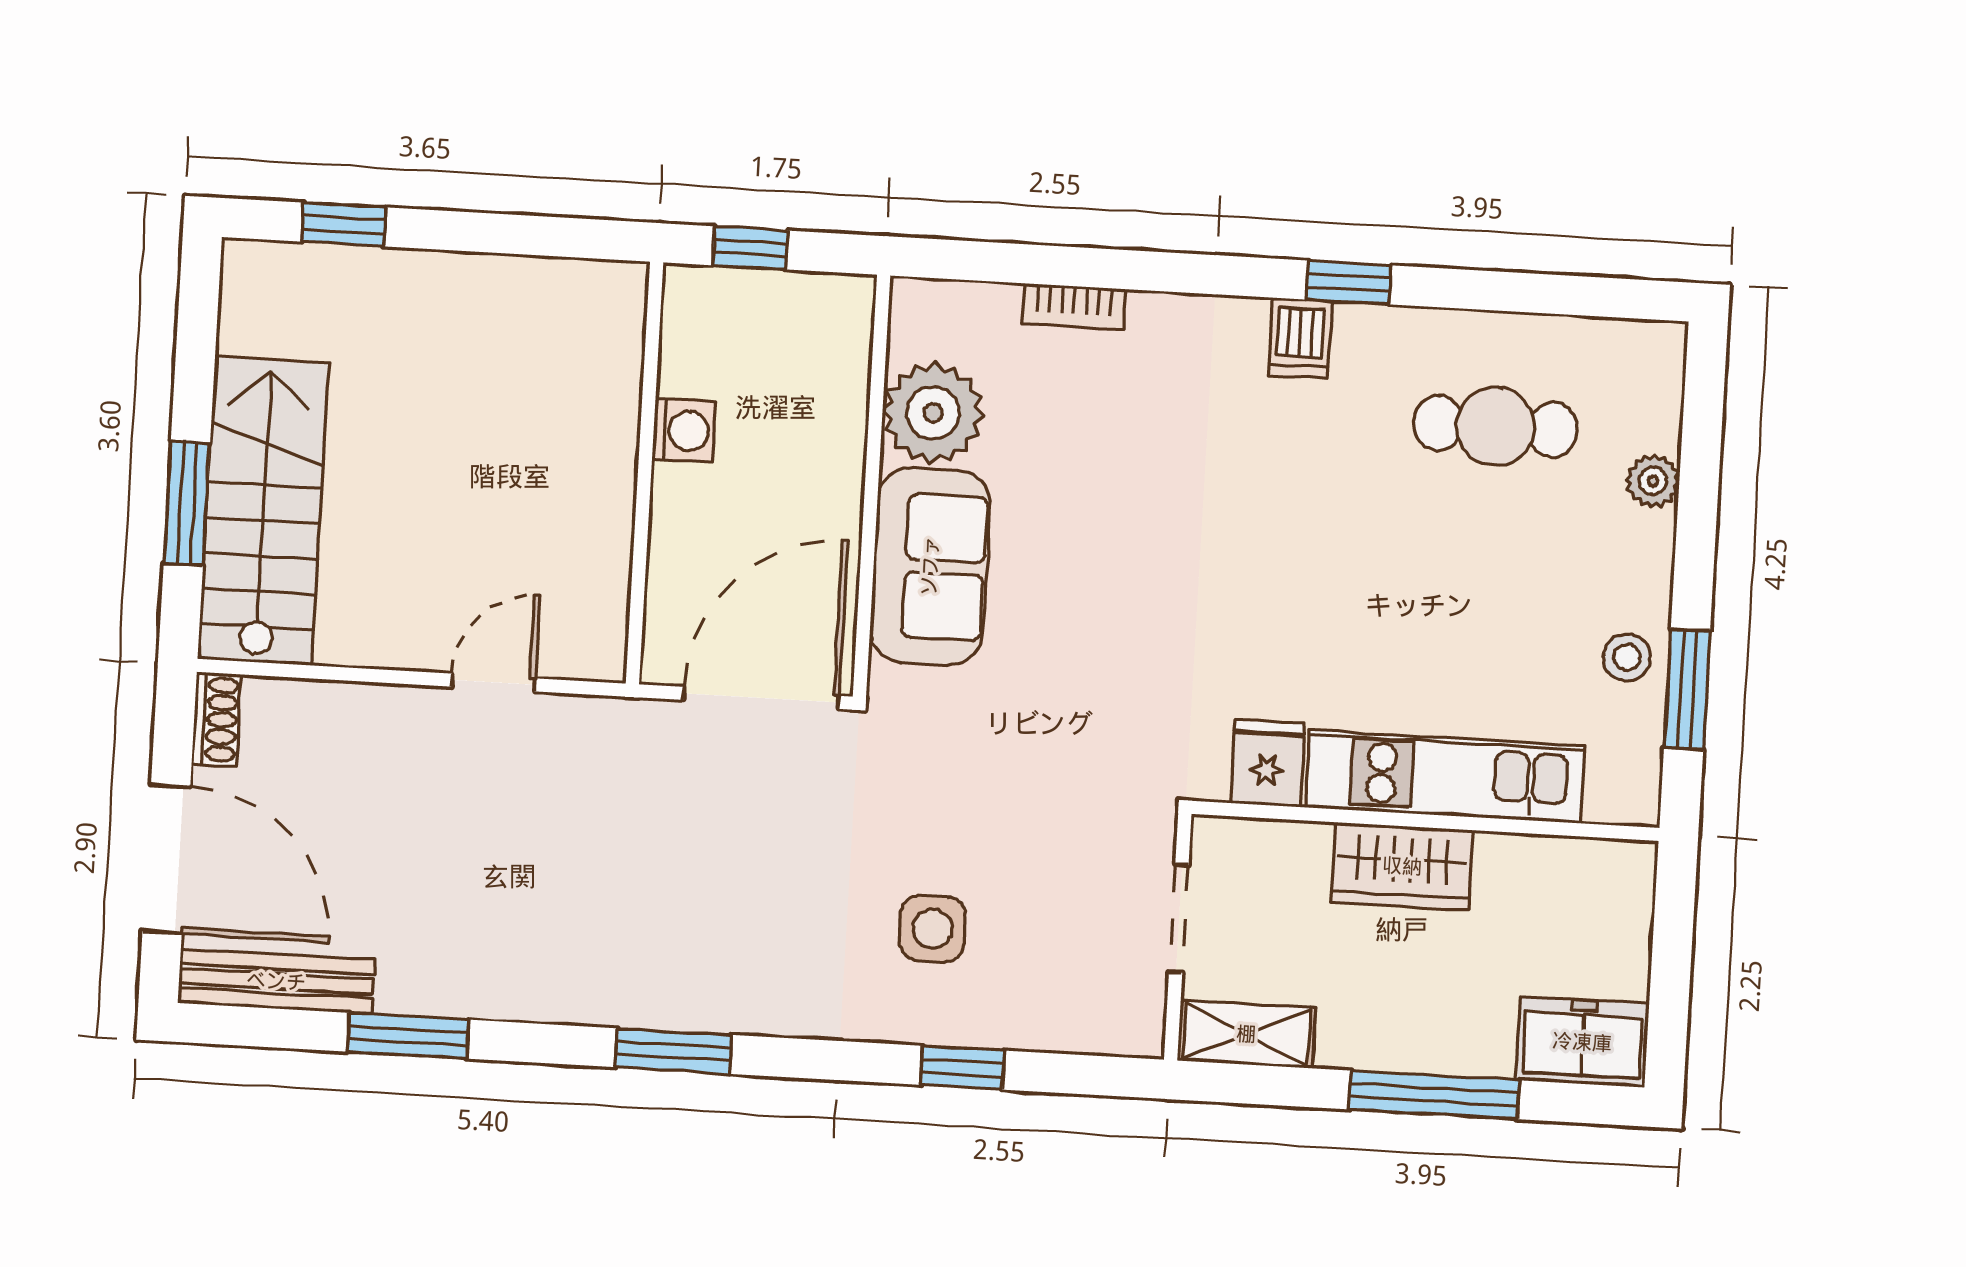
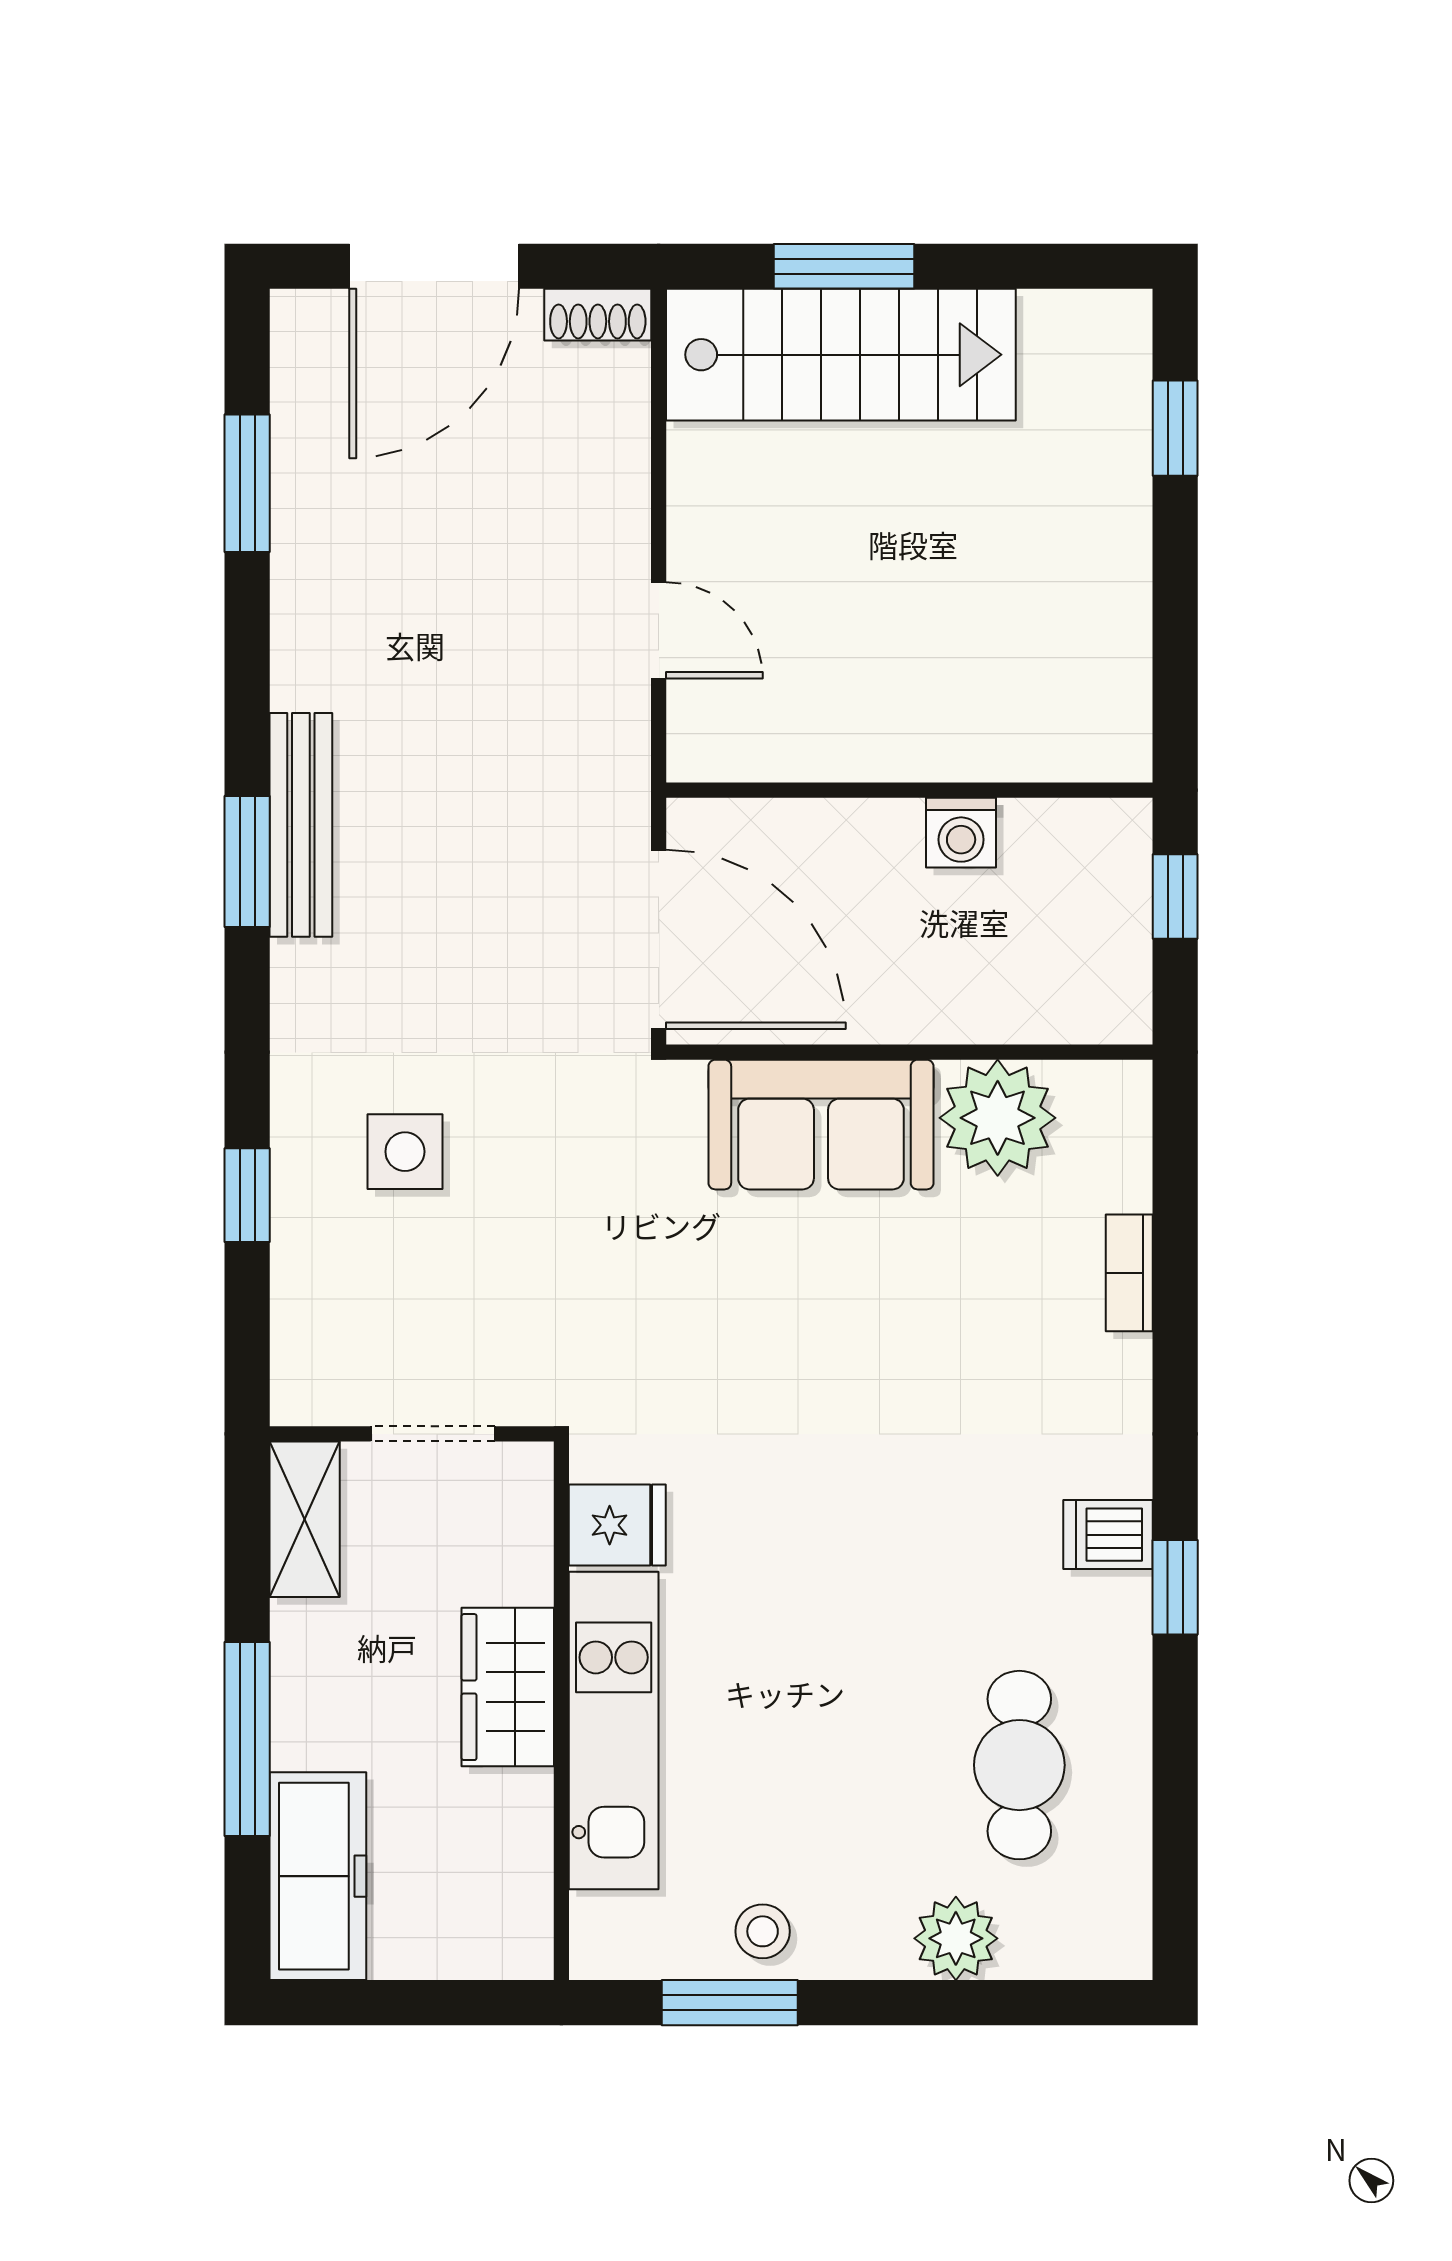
plant: (1653, 481) -> (956, 1938), width x1.38, depth x1.38
bench: (276, 981) -> (301, 825), moved
window: (408, 1036) -> (247, 483), moved
freezer: (1582, 1042) -> (318, 1876), width x1.40

